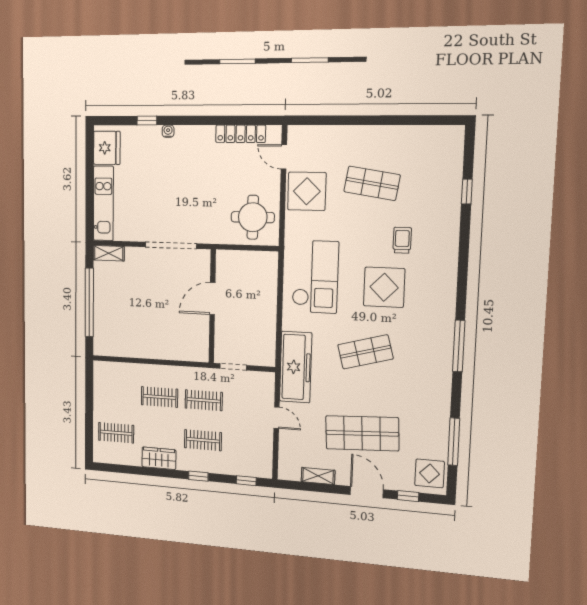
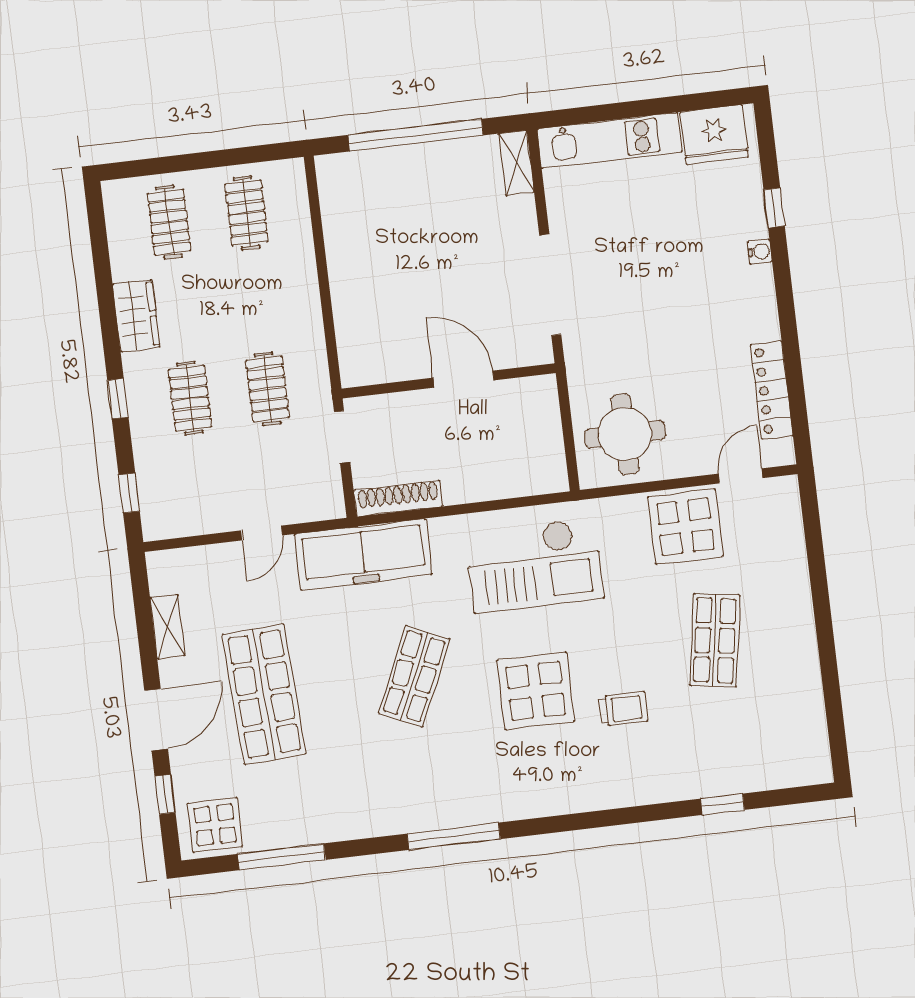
shoe rack: (269, 344) -> (398, 498), added
shop shelf: (365, 352) -> (414, 676), turned 39
clothes rail: (159, 397) -> (247, 213), moved

